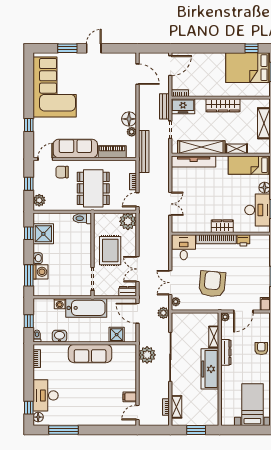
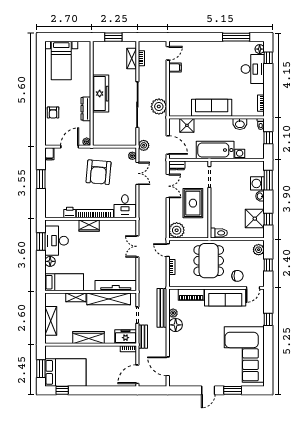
bench: (144, 151) -> (162, 308), moved
door: (137, 200) -> (168, 250), swing flipped
shelving: (214, 337) -> (97, 123), removed

